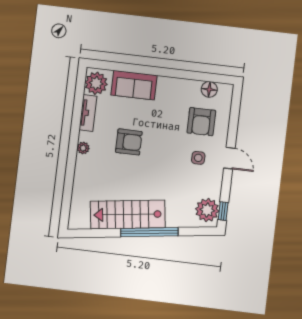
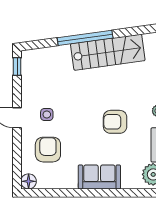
sofa: (134, 85) -> (99, 177), moved
floor lamp: (209, 89) -> (29, 181), moved
plant: (207, 210) -> (32, 66), removed

